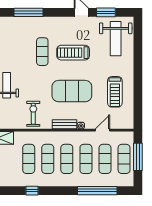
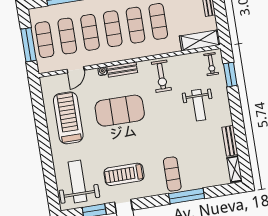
exercise mat: (42, 52) -> (172, 174), moved
treadmill: (73, 53) -> (124, 174), moved, turned 180
treadmill: (115, 92) -> (68, 118), width x1.37, depth x1.38

